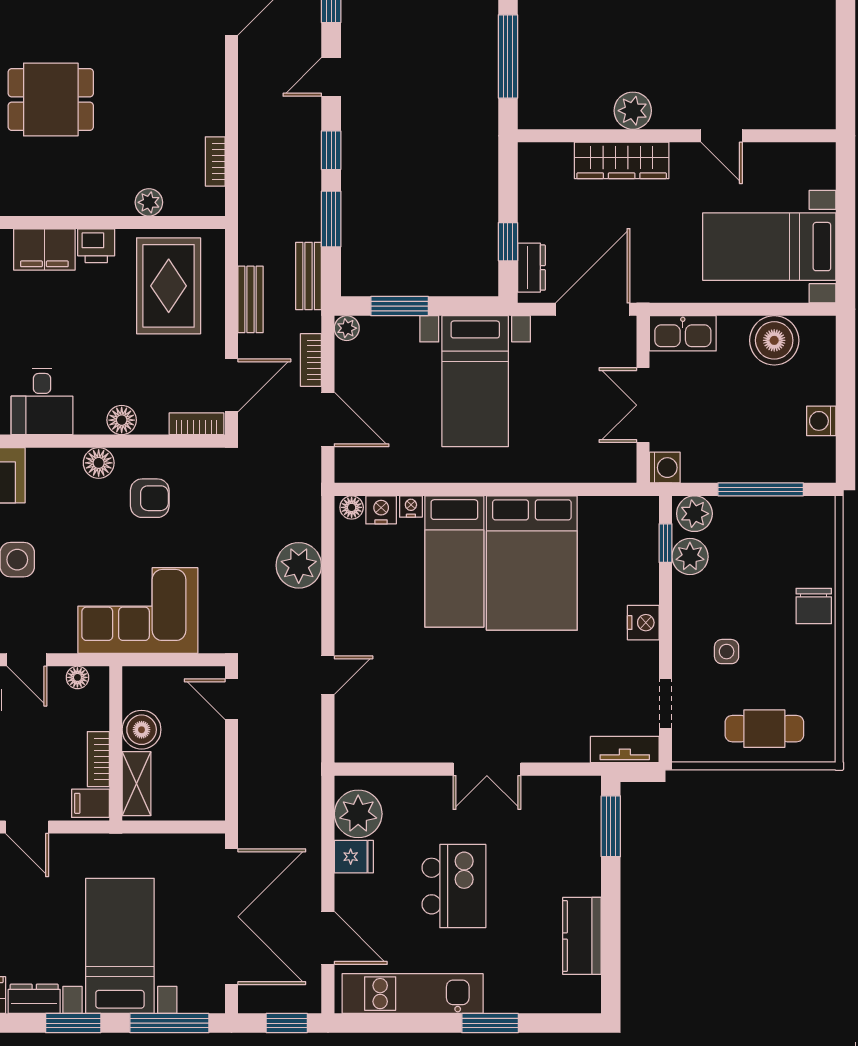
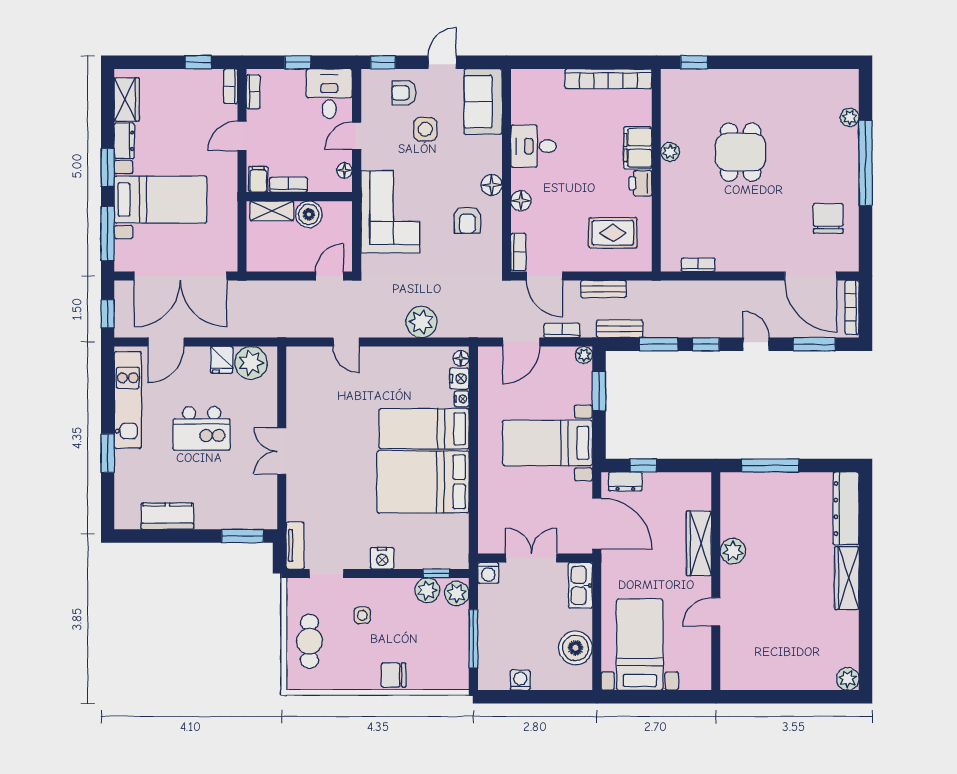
plant: (149, 202) -> (670, 152), moved
rug: (169, 286) -> (613, 233), width x0.73, depth x0.70

